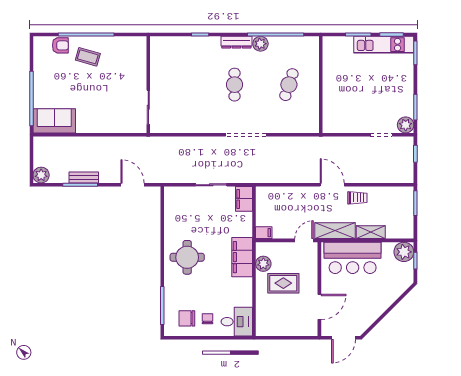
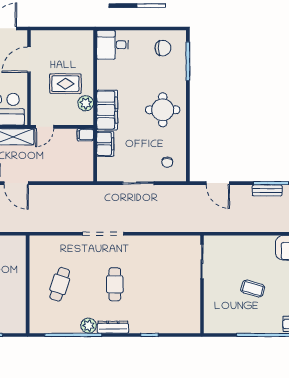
coffee table: (88, 57) -> (253, 288), moved
filing cabinet: (244, 199) -> (105, 144), moved
chair: (208, 319) -> (167, 162), moved

